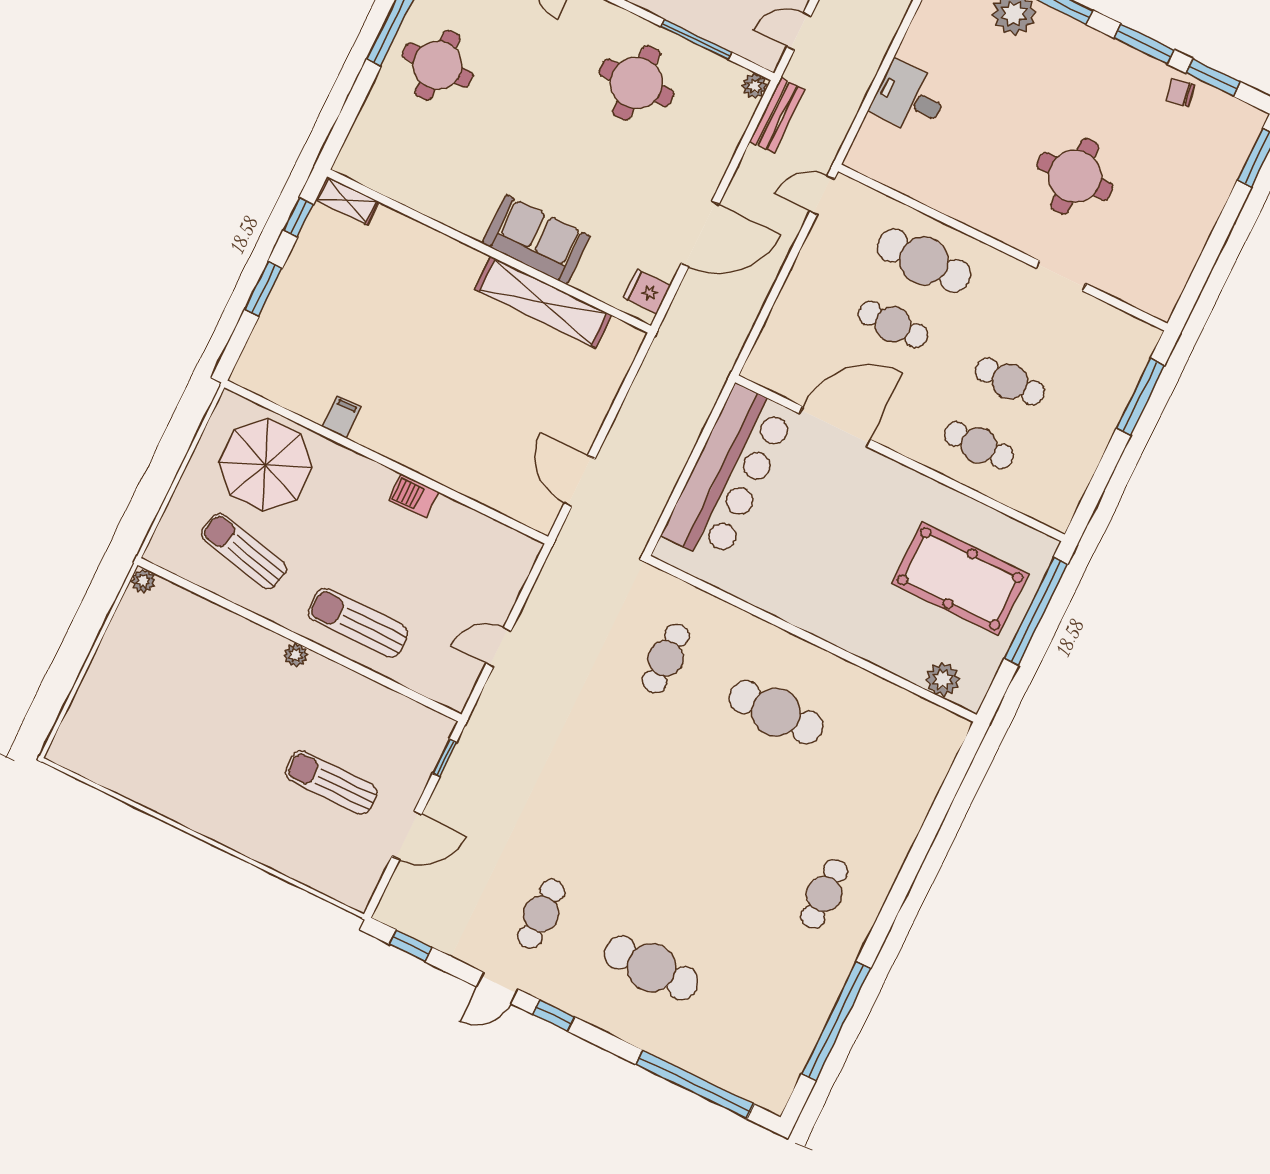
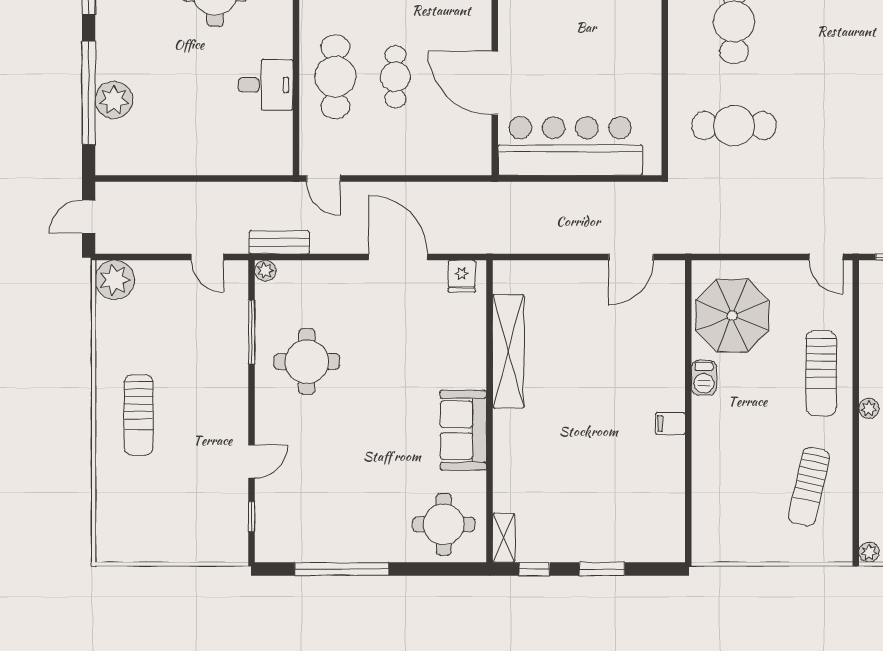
round table: (438, 65) -> (444, 524), moved
desk: (910, 98) -> (266, 85), moved, turned -90
sofa: (536, 240) -> (463, 430), moved
filing cabinet: (342, 417) -> (670, 423), moved
parasol: (265, 465) -> (732, 316), moved
door: (499, 647) -> (826, 257), moved
cafe table: (666, 658) -> (734, 126), width x1.37, depth x1.35

